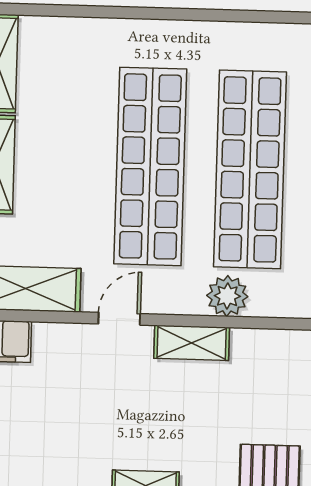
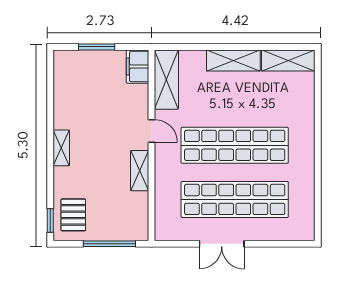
plant: (227, 296) -> (166, 189), removed

